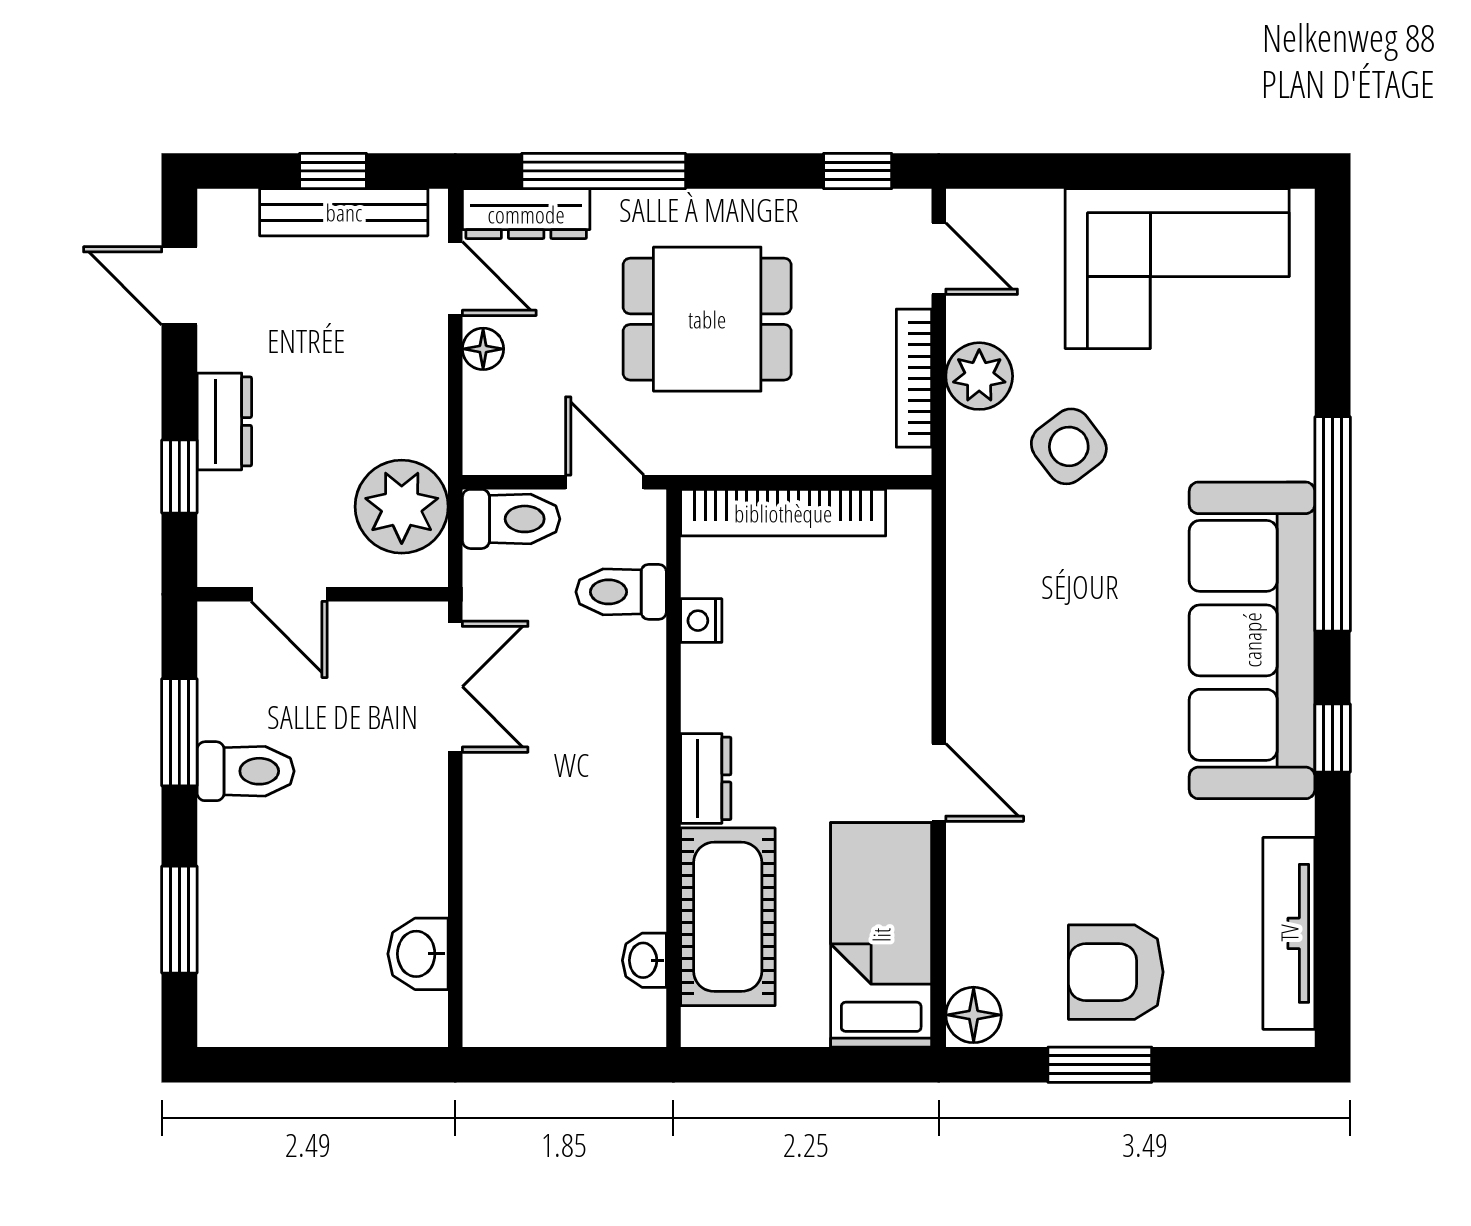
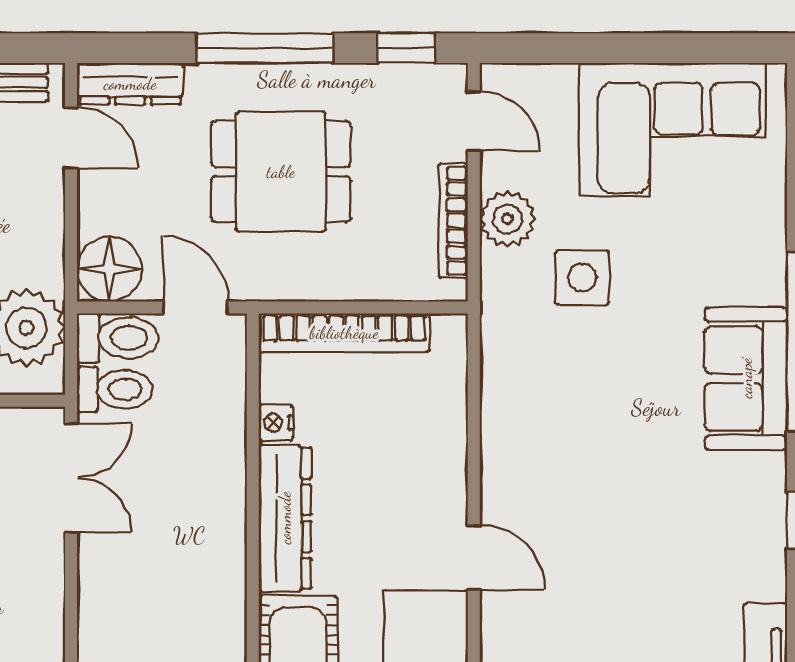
window: (604, 171) -> (265, 48), moved
floor lamp: (483, 349) -> (109, 269), moved, width x1.89, depth x1.89
side table: (1069, 446) -> (582, 278), turned 37
toilet: (621, 592) -> (115, 389), moved, turned 180
sofa: (1252, 640) -> (746, 378), width x0.54, depth x0.79
dresser: (706, 778) -> (285, 518), width x1.96, depth x1.24

